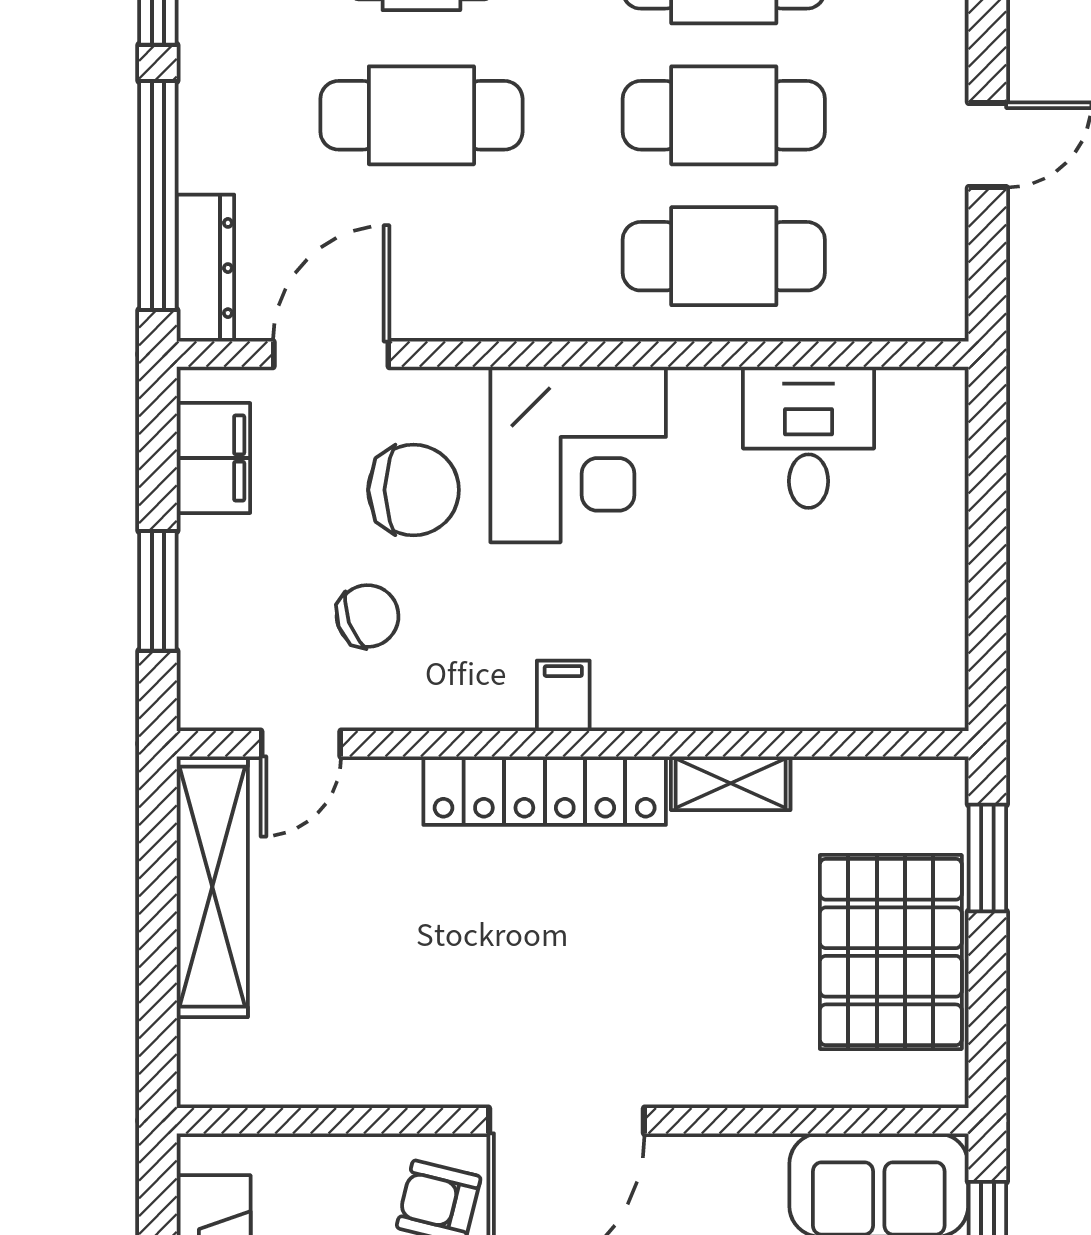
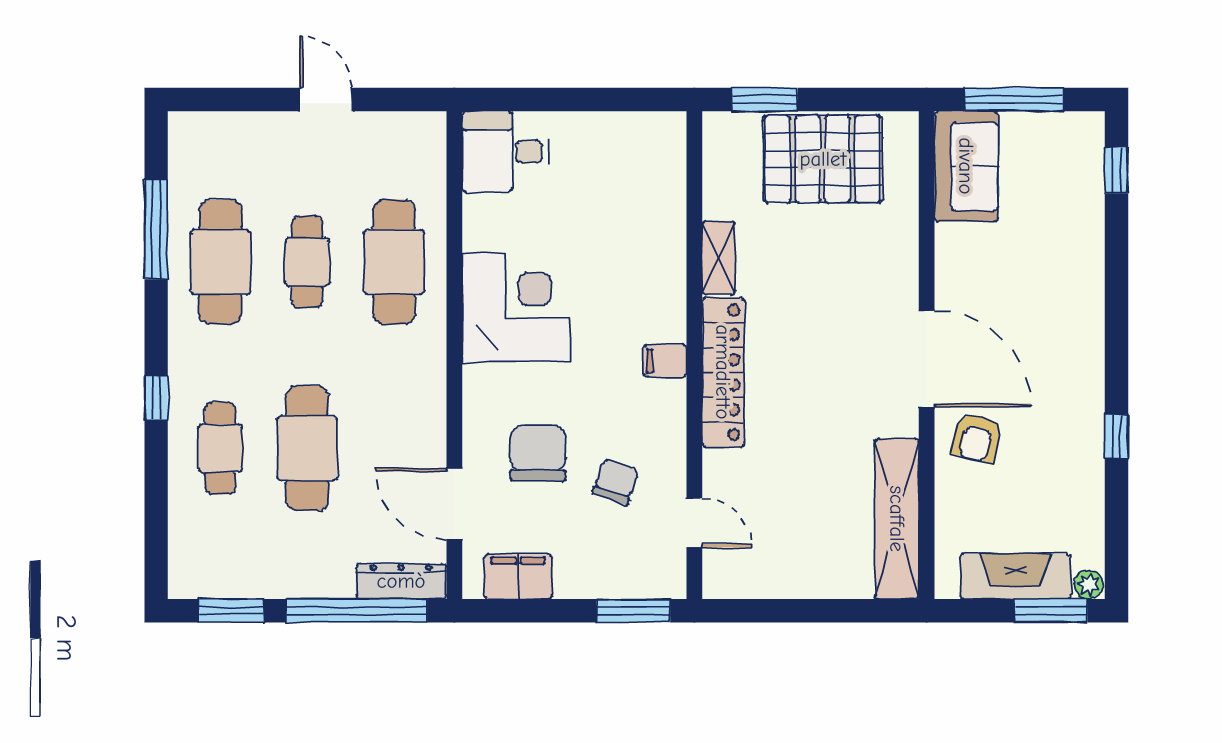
cafe table: (724, 115) -> (307, 262), width x0.73, depth x0.74
desk: (809, 437) -> (506, 152), moved
corner desk: (578, 455) -> (516, 307), moved
window: (158, 591) -> (633, 611), moved
chair: (368, 616) -> (616, 481), turned 39
shelving: (212, 887) -> (897, 519), moved, turned 90

